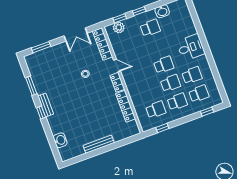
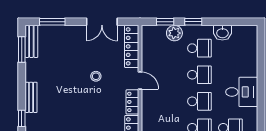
plant: (119, 27) -> (174, 33), moved
school desk: (157, 46) -> (199, 75), added
bench: (32, 66) -> (31, 41), added
window: (31, 86) -> (22, 49), moved
window: (41, 113) -> (22, 118), moved

